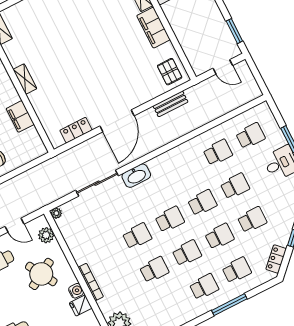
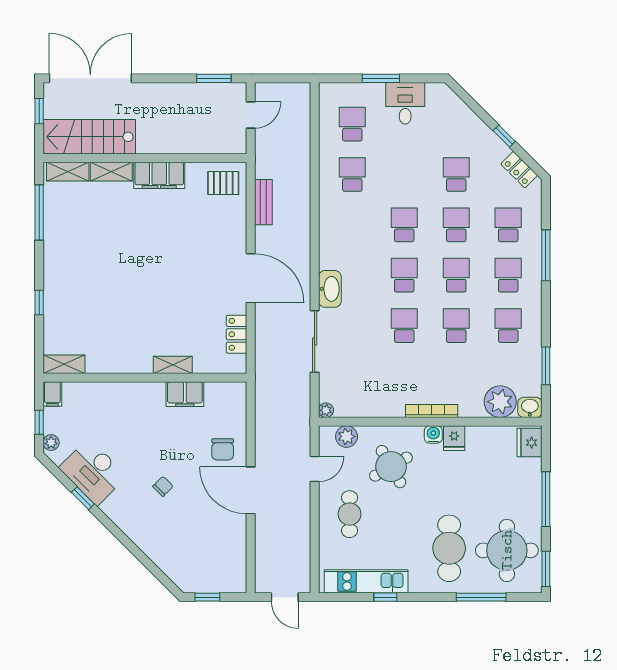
shelving: (25, 79) -> (173, 365), moved
school desk: (235, 186) -> (508, 326), moved

